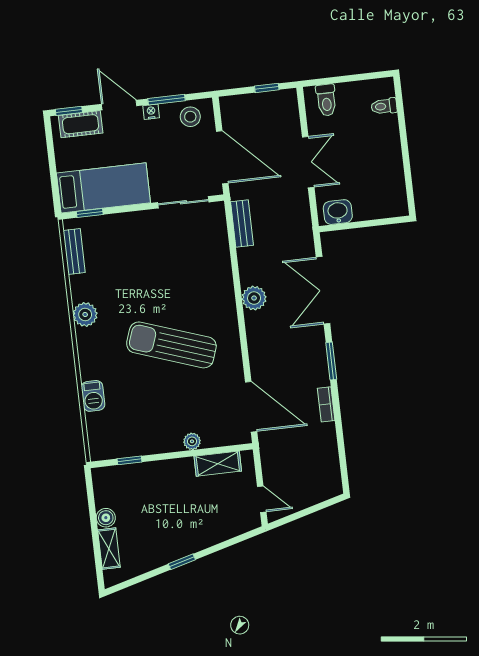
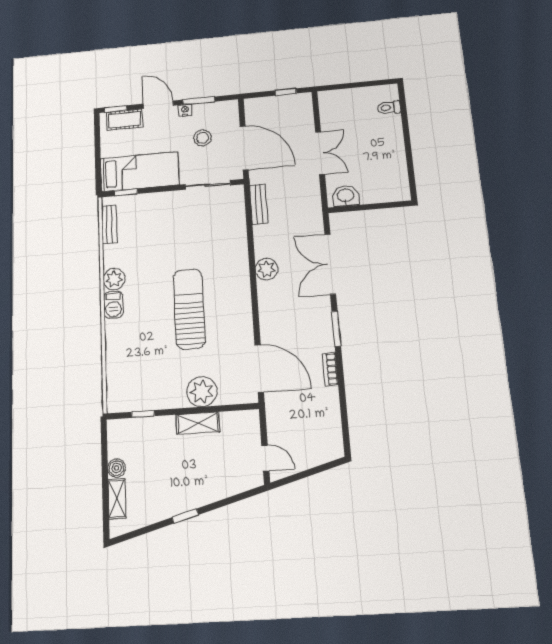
toilet: (326, 100) -> (338, 102), removed
stool: (190, 117) -> (202, 138), moved
sun lounger: (171, 345) -> (189, 309), turned 71
barbecue: (93, 396) -> (113, 305), moved
plant: (192, 441) -> (202, 392), width x1.87, depth x1.87
shelving: (218, 464) -> (198, 423), moved

